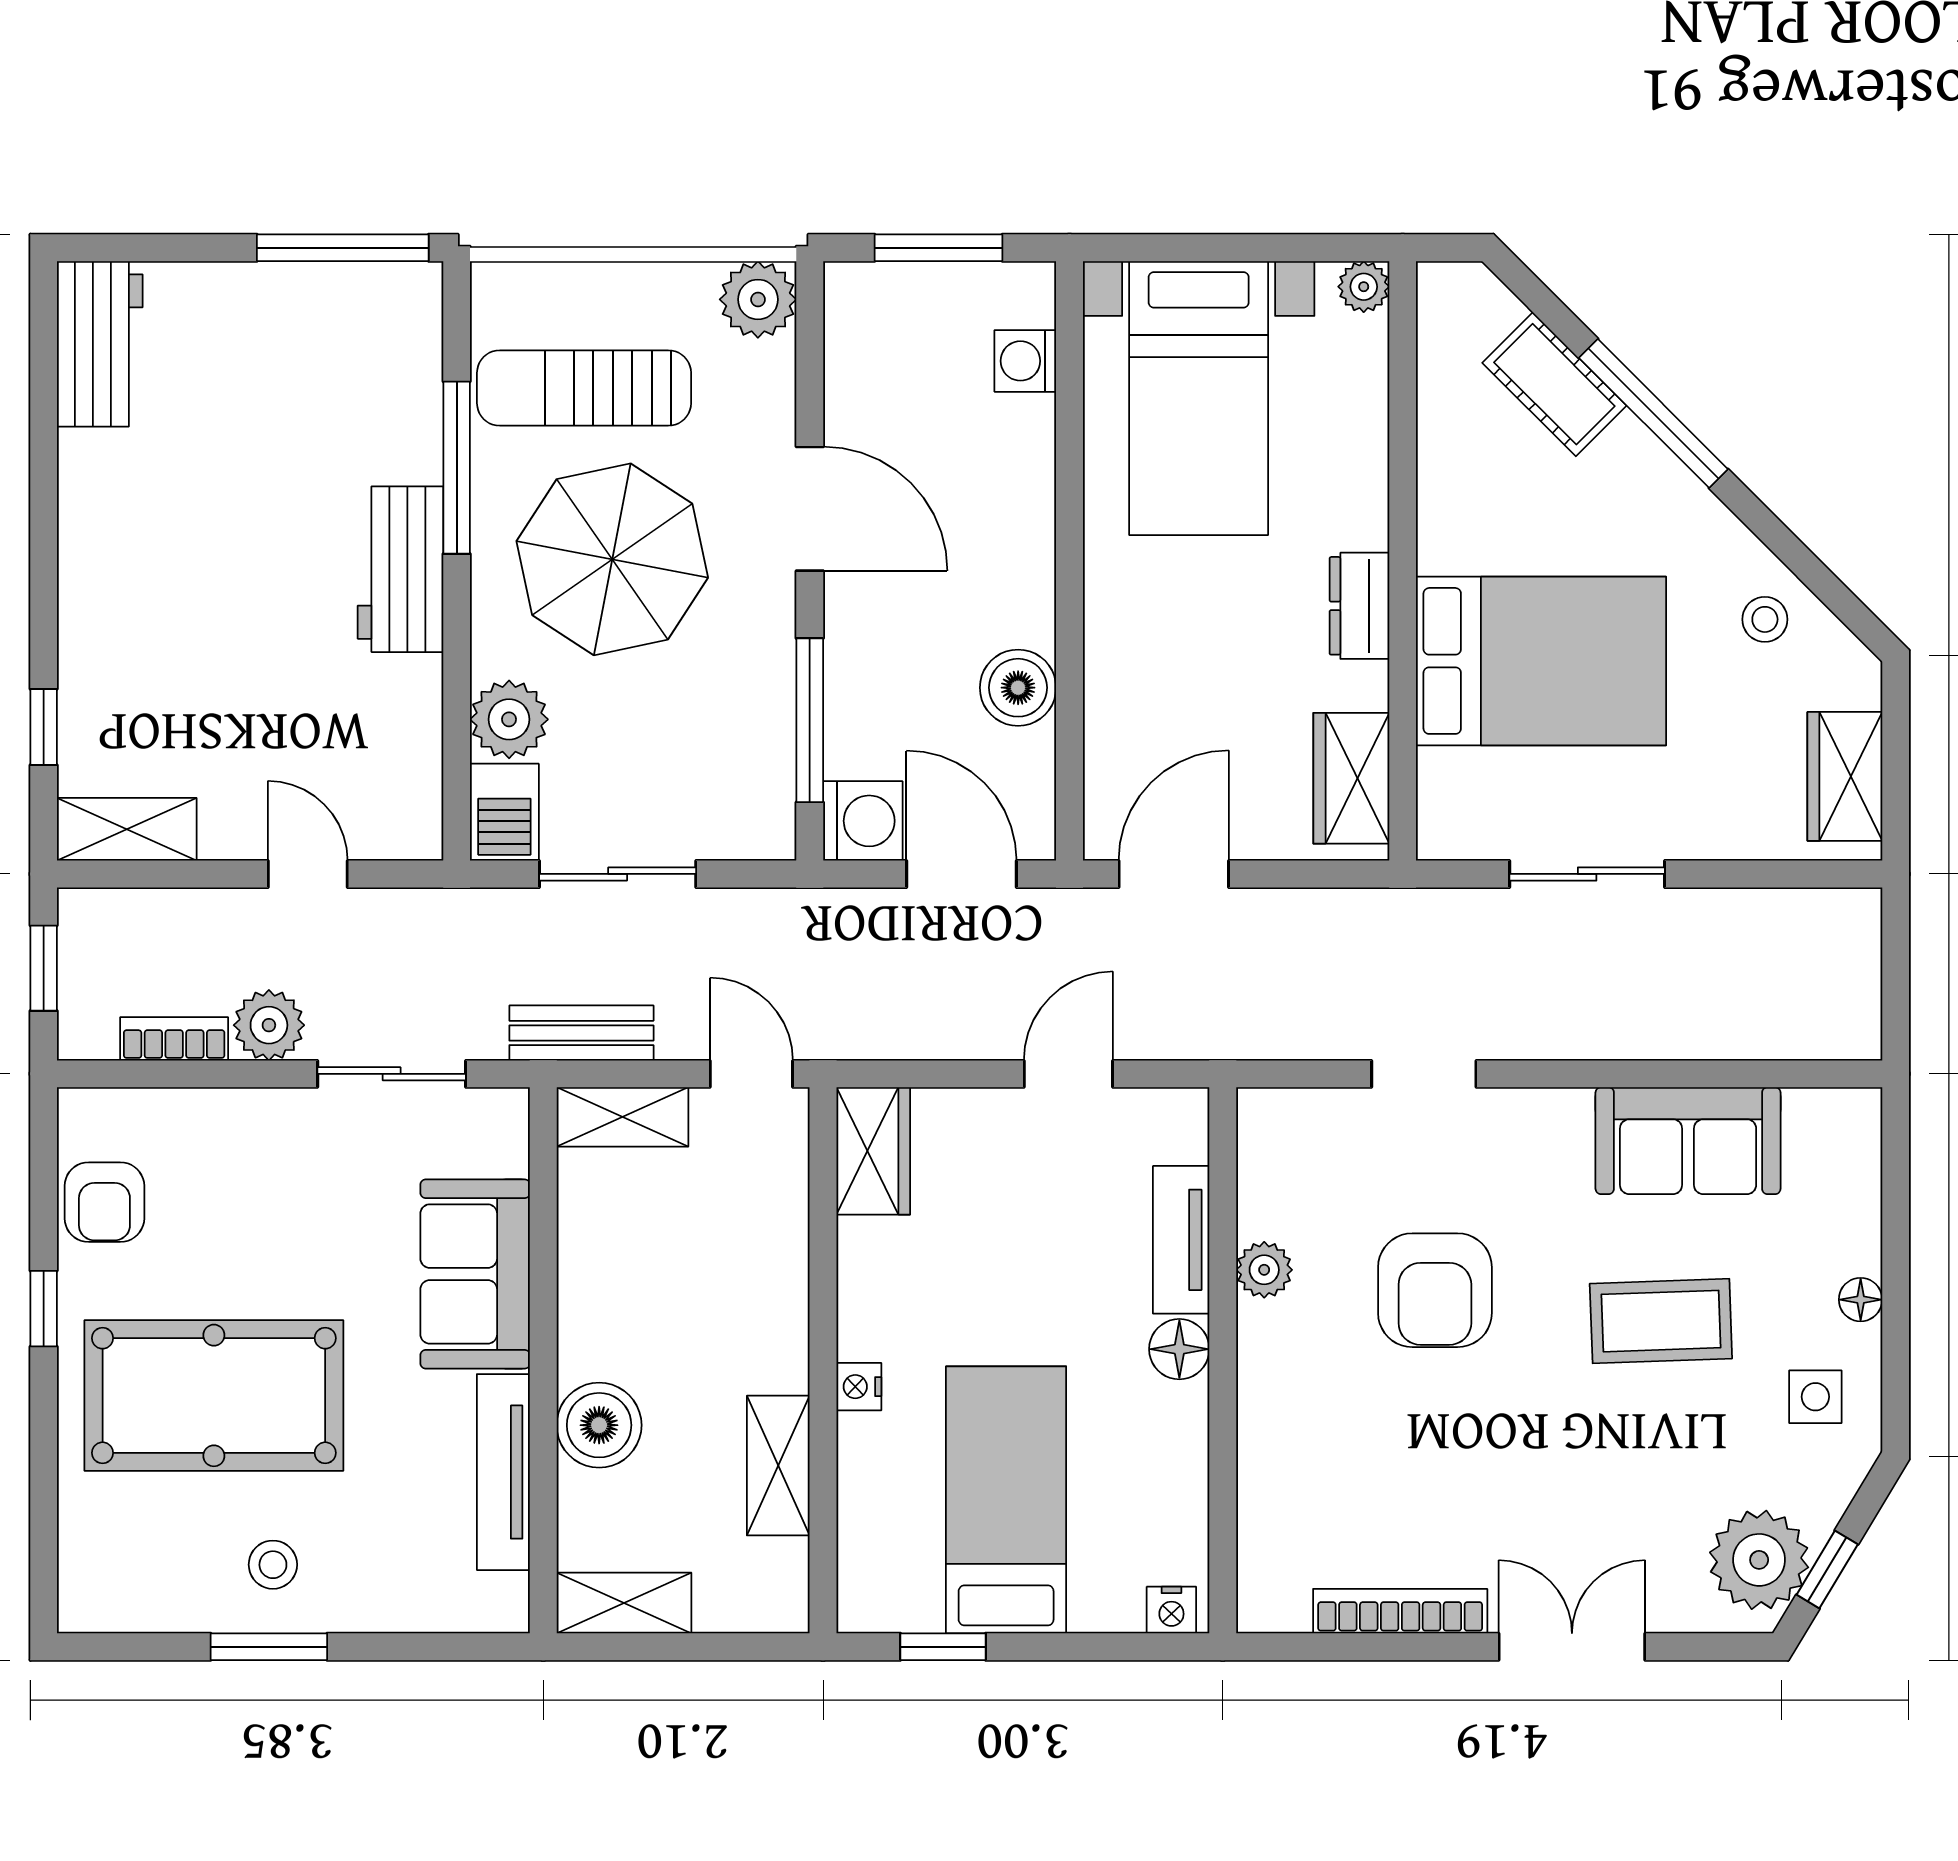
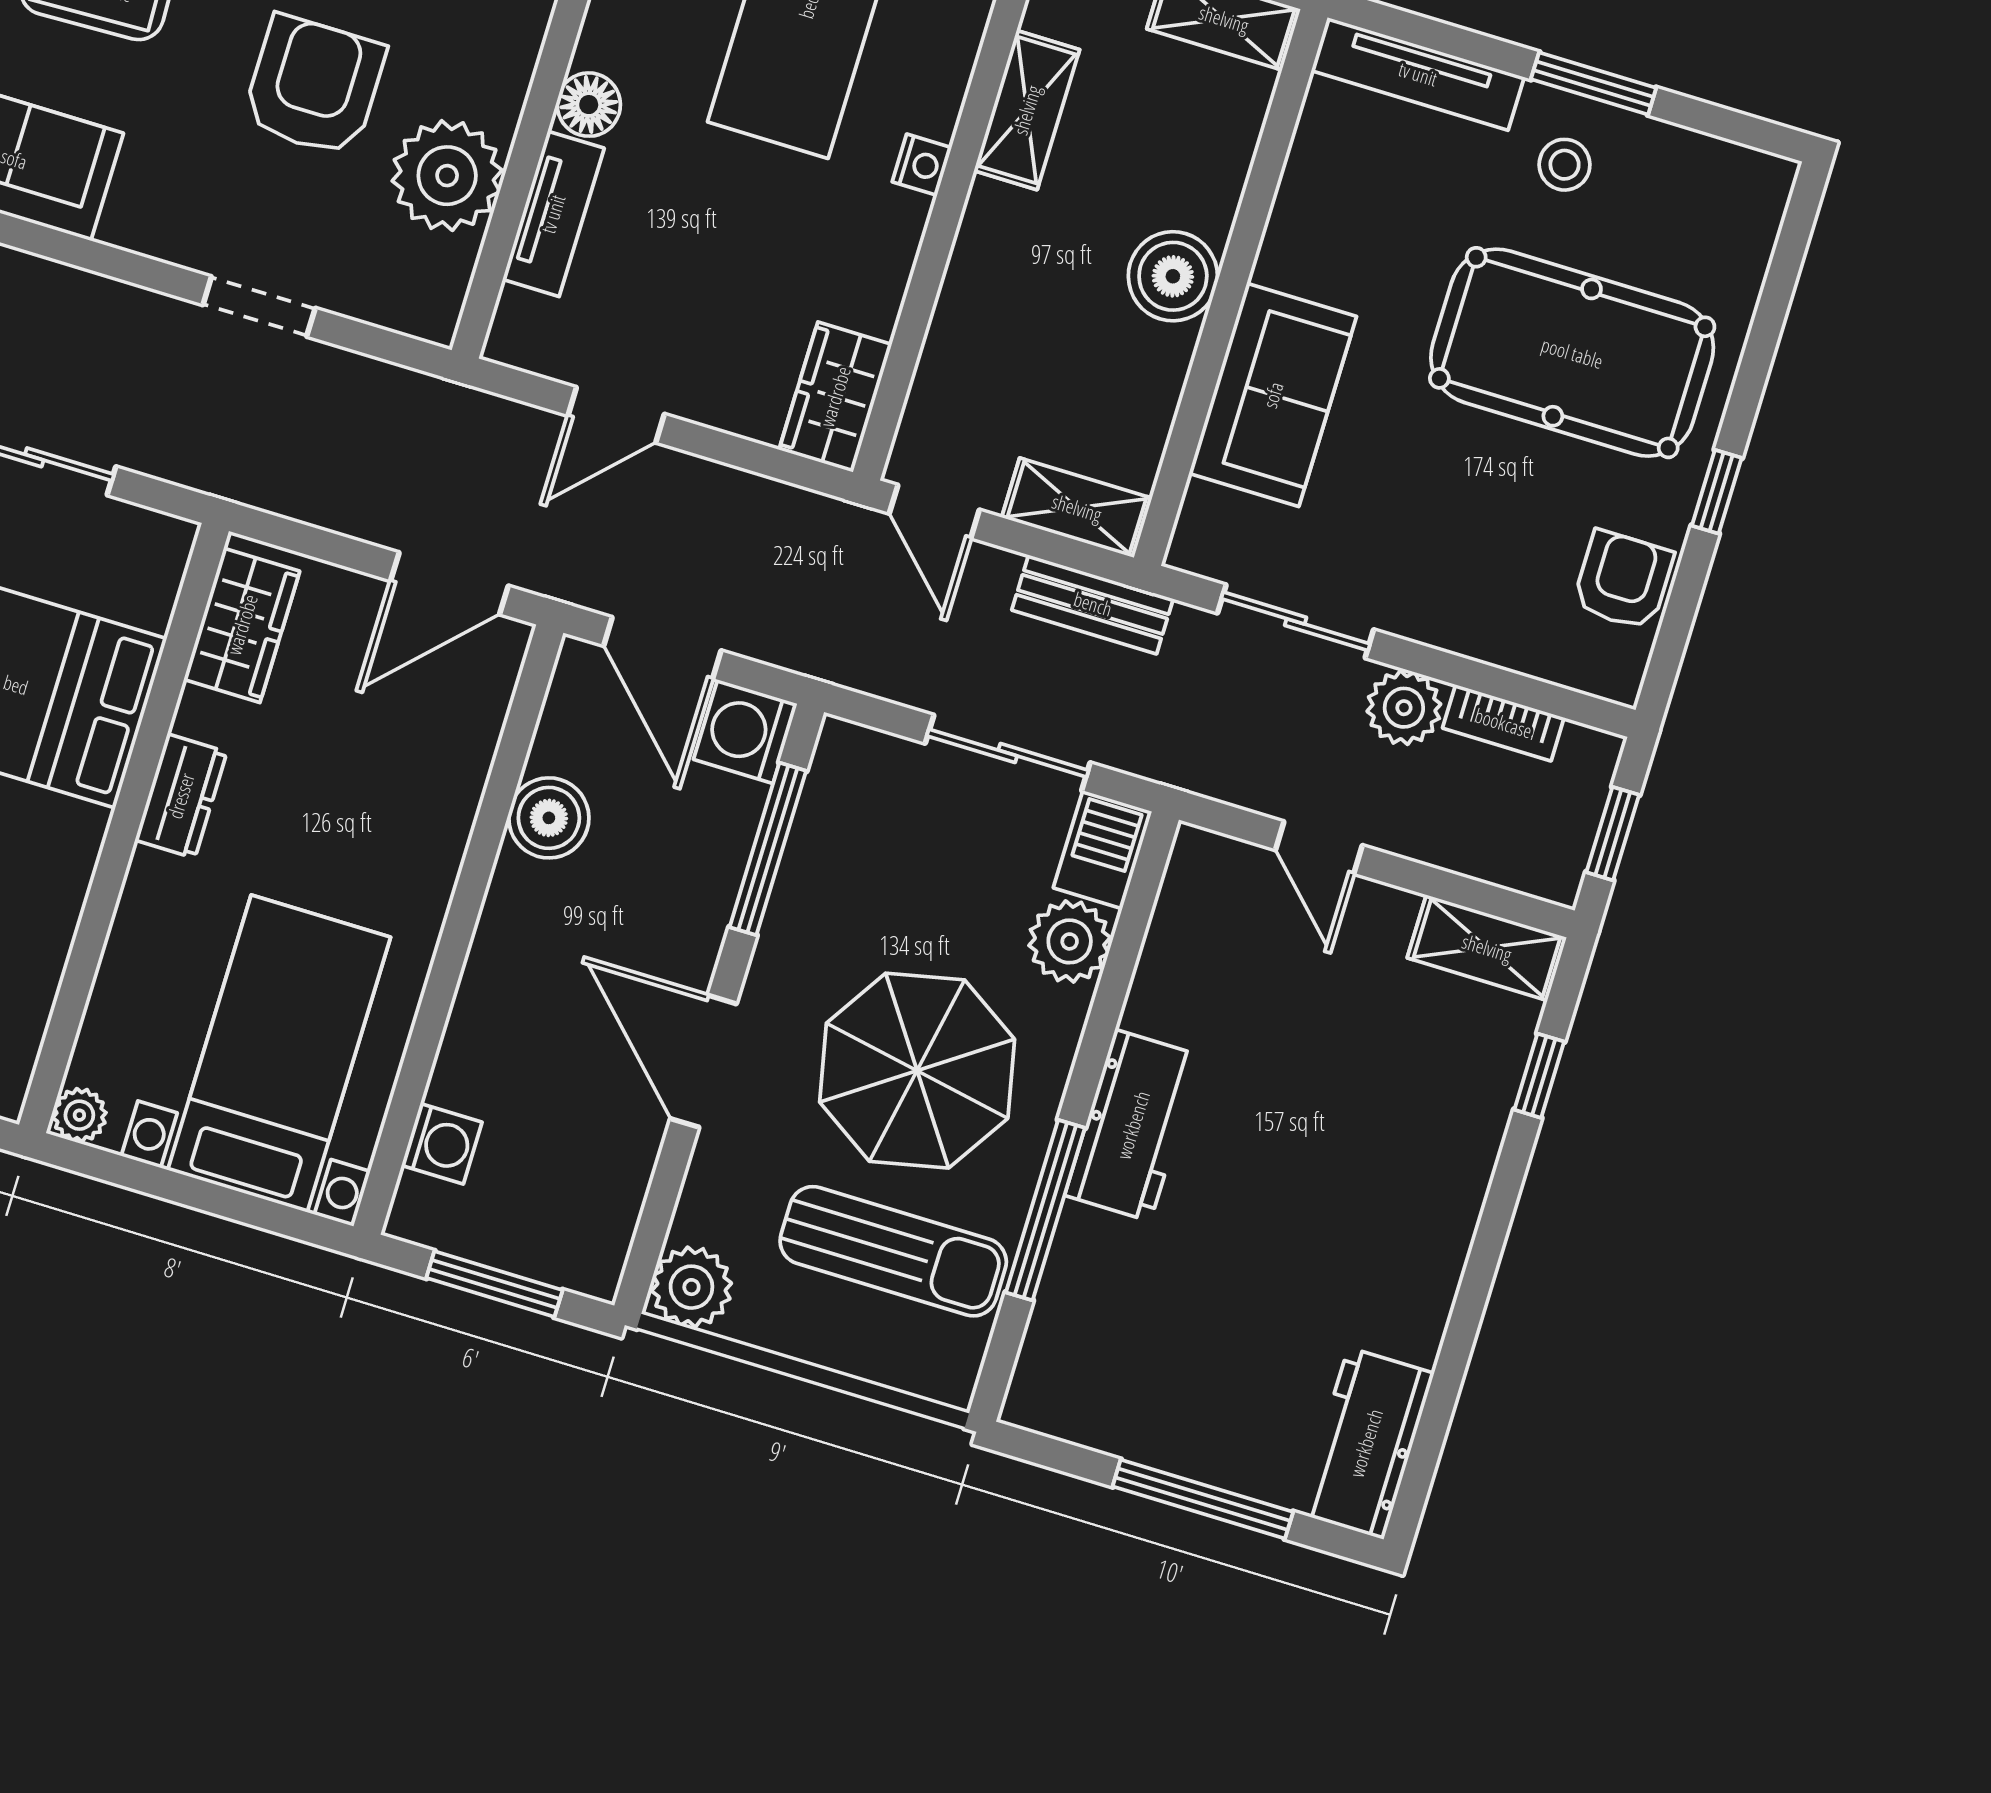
window: (343, 248) -> (1203, 1499), moved
plant: (1264, 1270) -> (447, 176), width x1.88, depth x1.88
boiler: (599, 1425) -> (1173, 276), moved
tv unit: (503, 1472) -> (1418, 74), moved, turned 90

